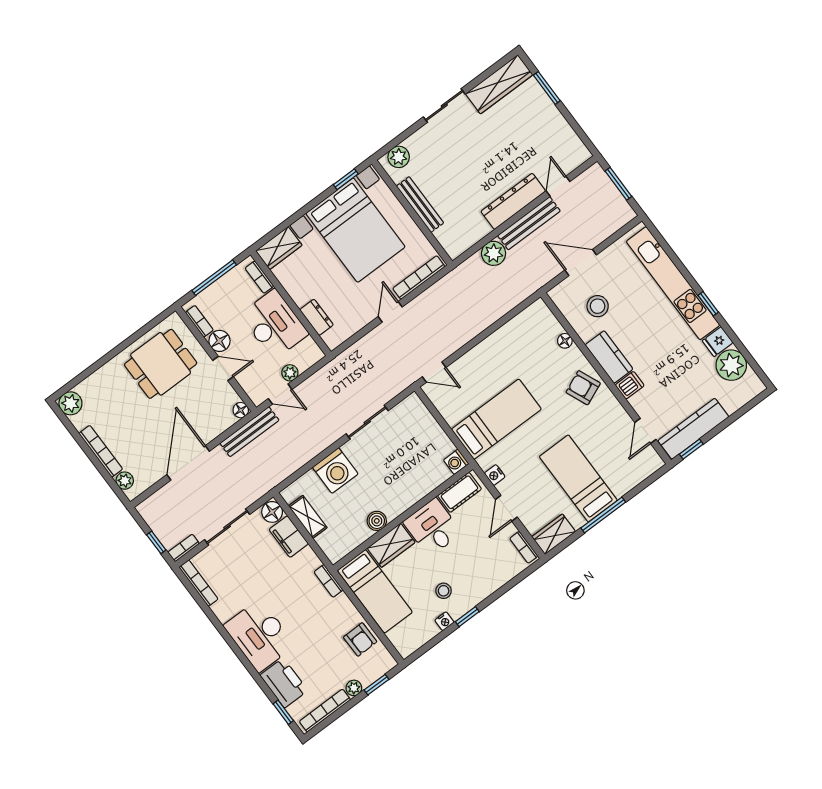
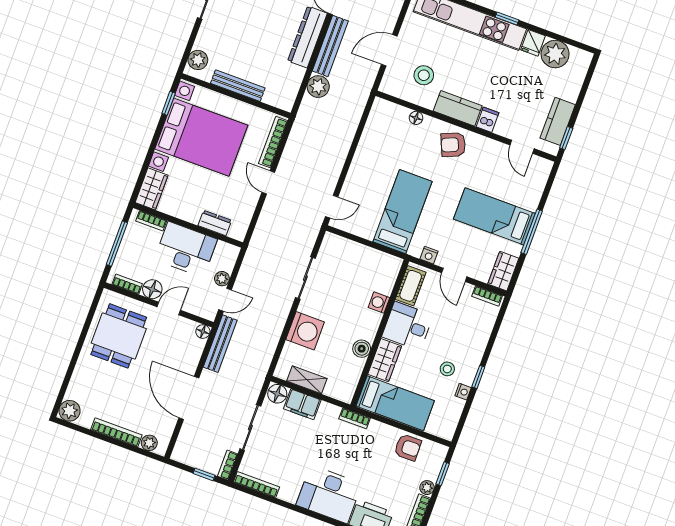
kitchen counter: (693, 429) -> (558, 121), width x0.67
washing machine: (456, 462) -> (379, 303), moved, turned 90

